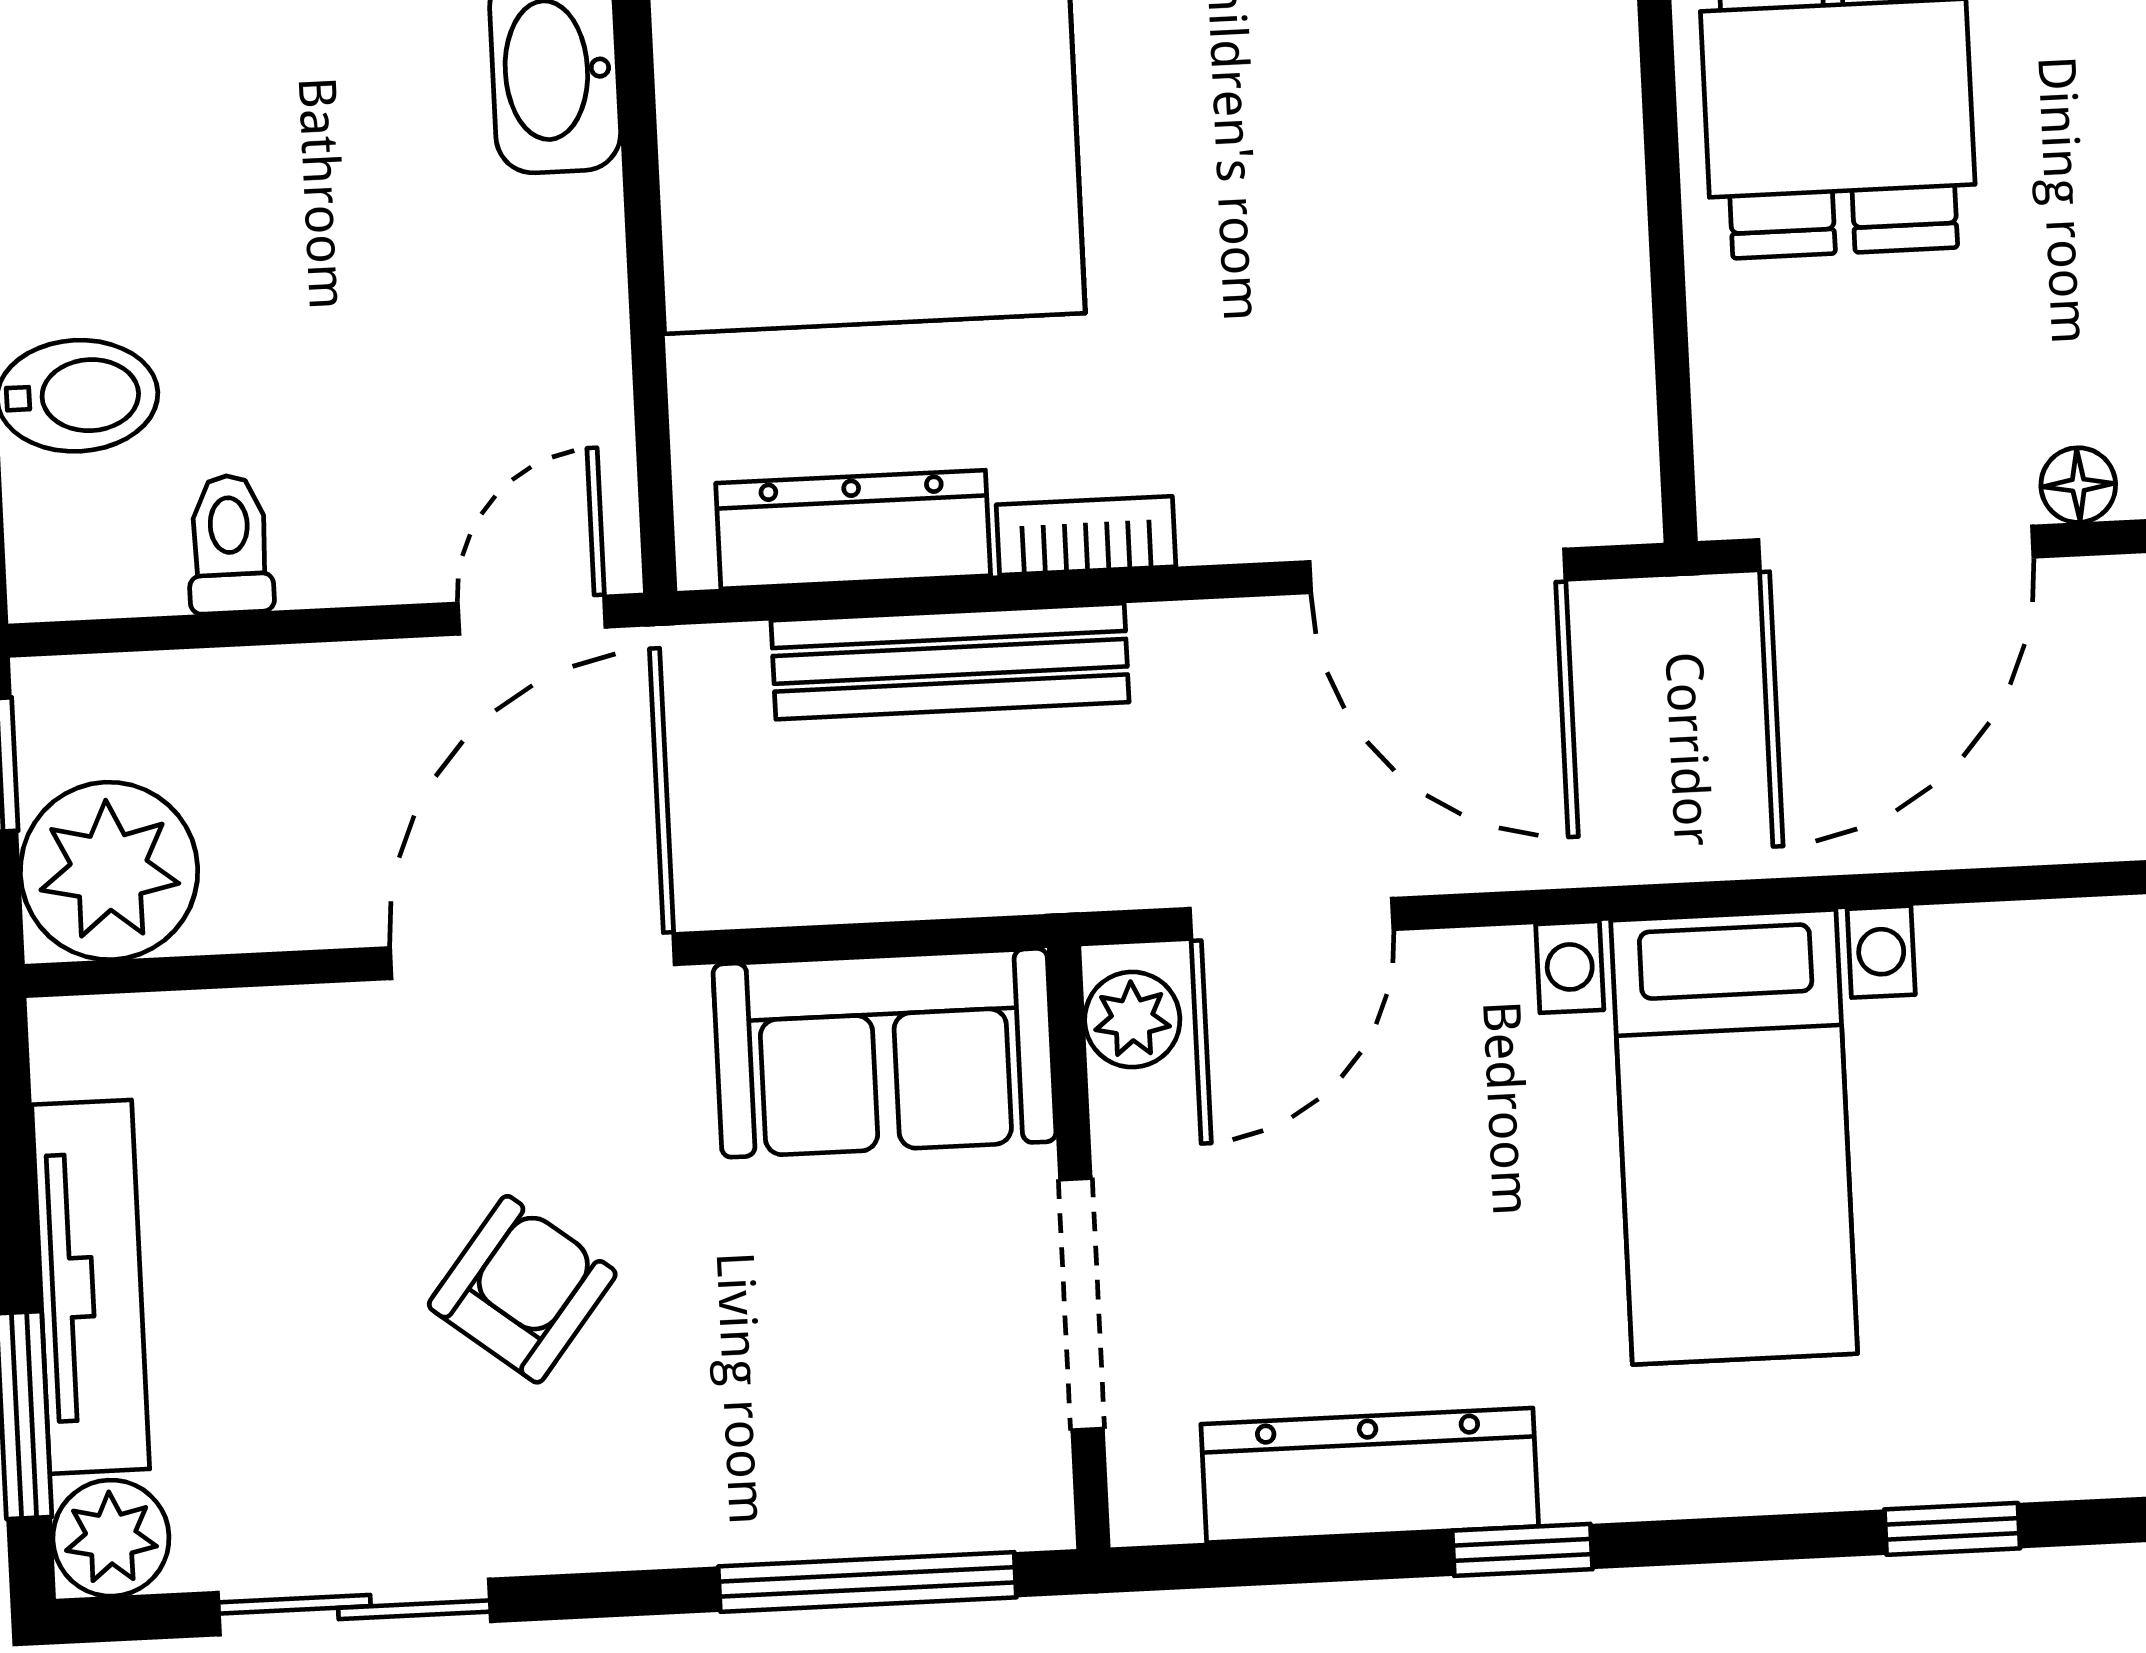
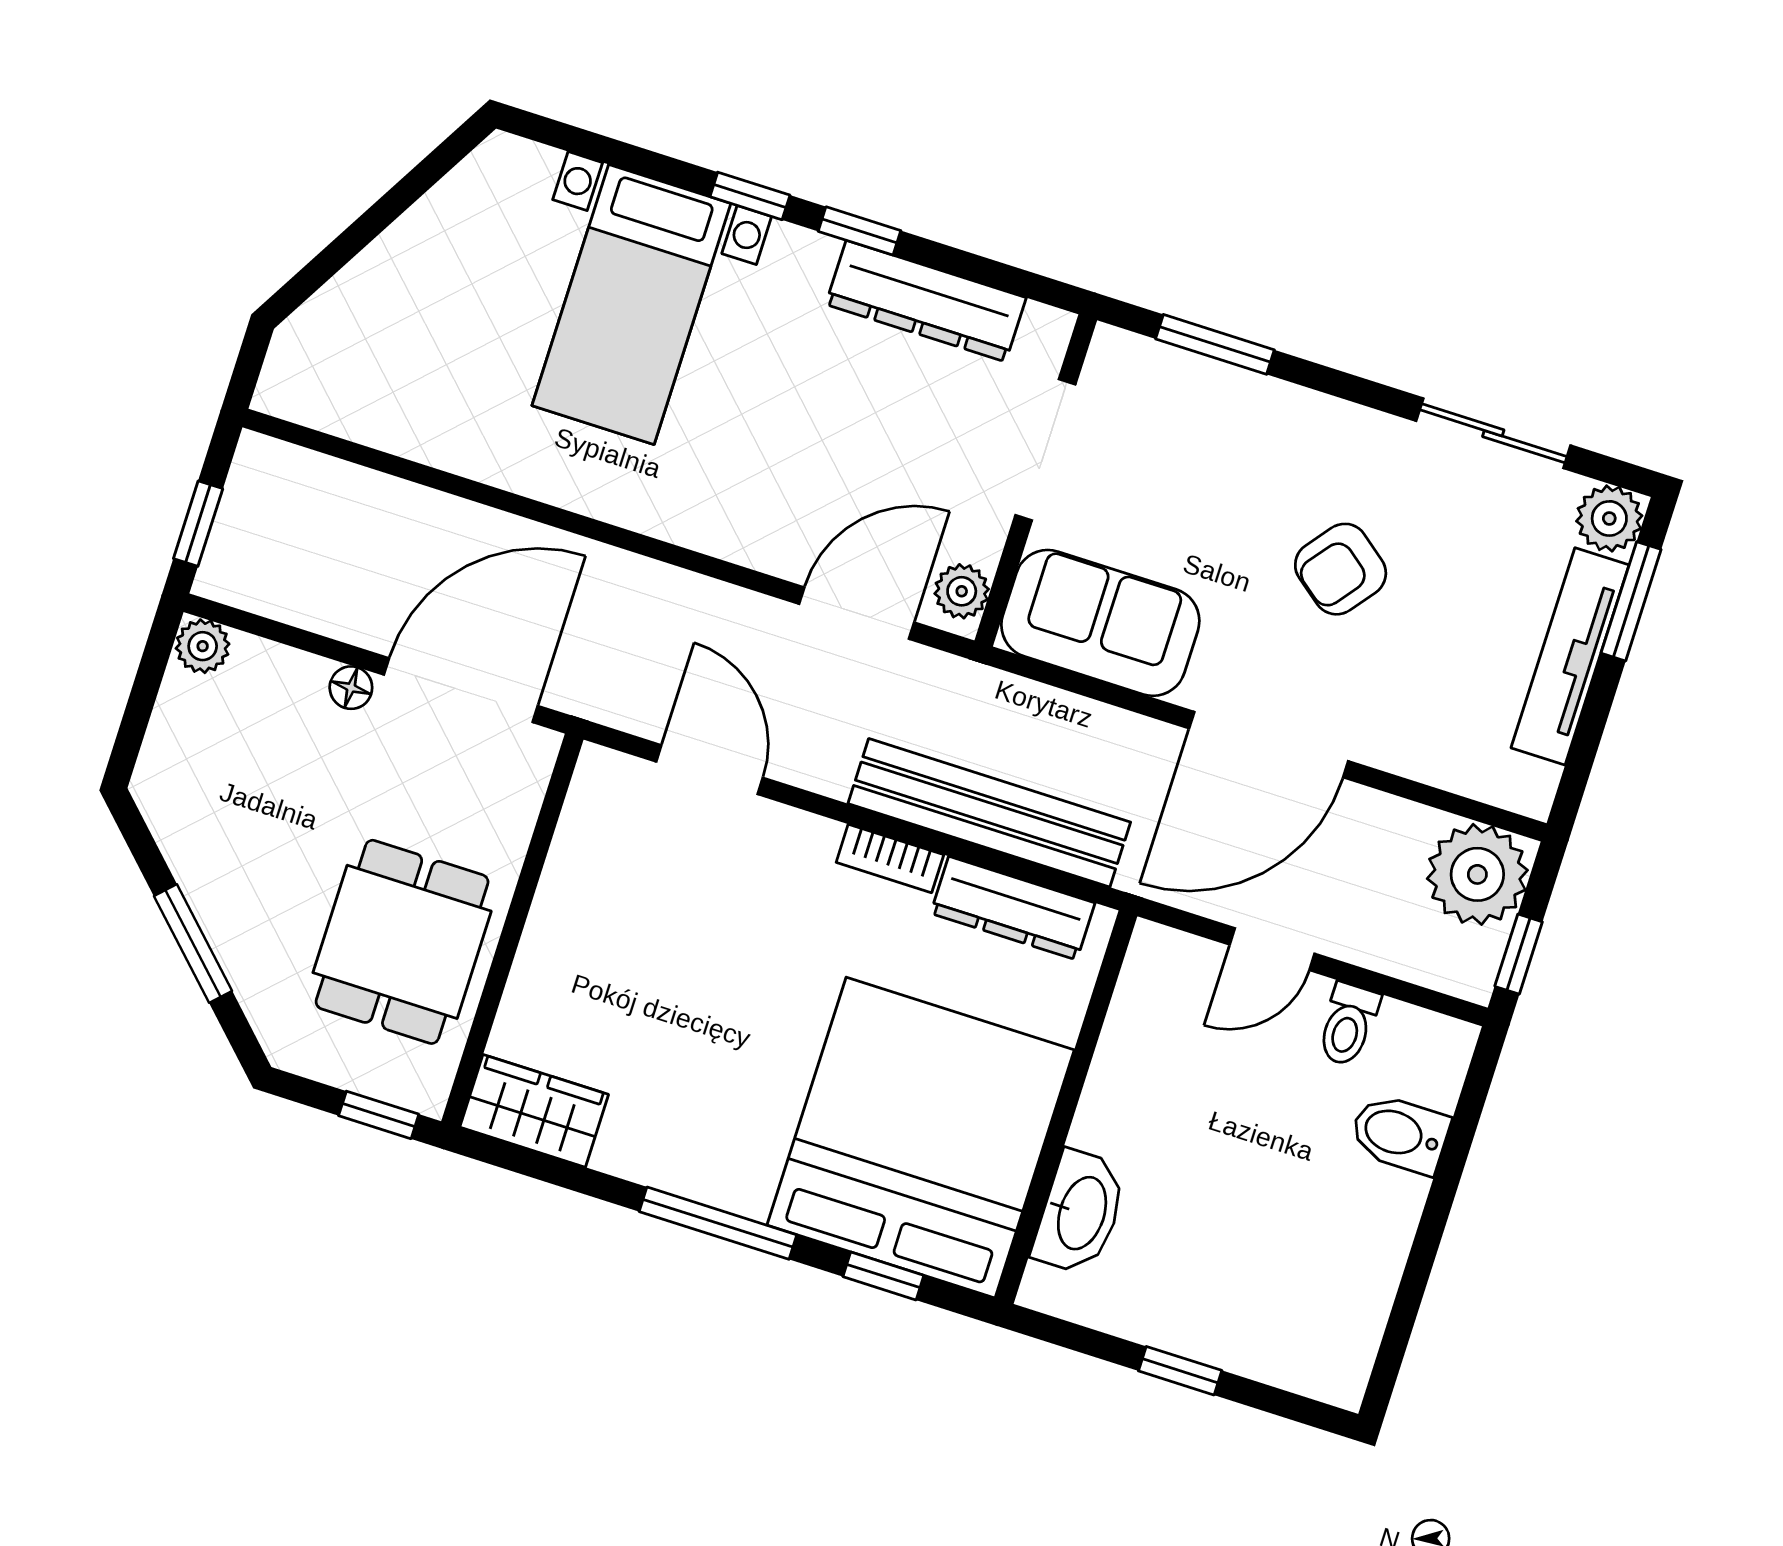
door: (1438, 571) -> (710, 770), width x0.73
door: (532, 615) -> (1272, 949), moved
bench: (950, 661) -> (989, 813), width x1.37, depth x1.21
bed with nightstands: (1734, 1137) -> (631, 304), moved, turned 180
window: (1952, 1529) -> (750, 196), moved
window: (867, 1582) -> (1215, 344), width x0.69

